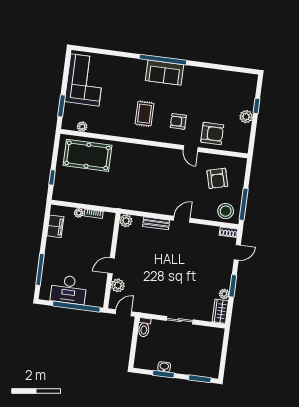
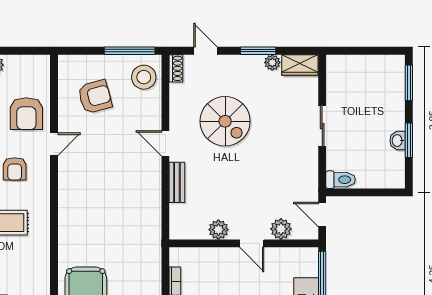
armchair: (212, 133) -> (26, 114), turned 180
plant: (126, 221) -> (218, 230), moved
spiral stairs: (191, 259) -> (225, 121), added

